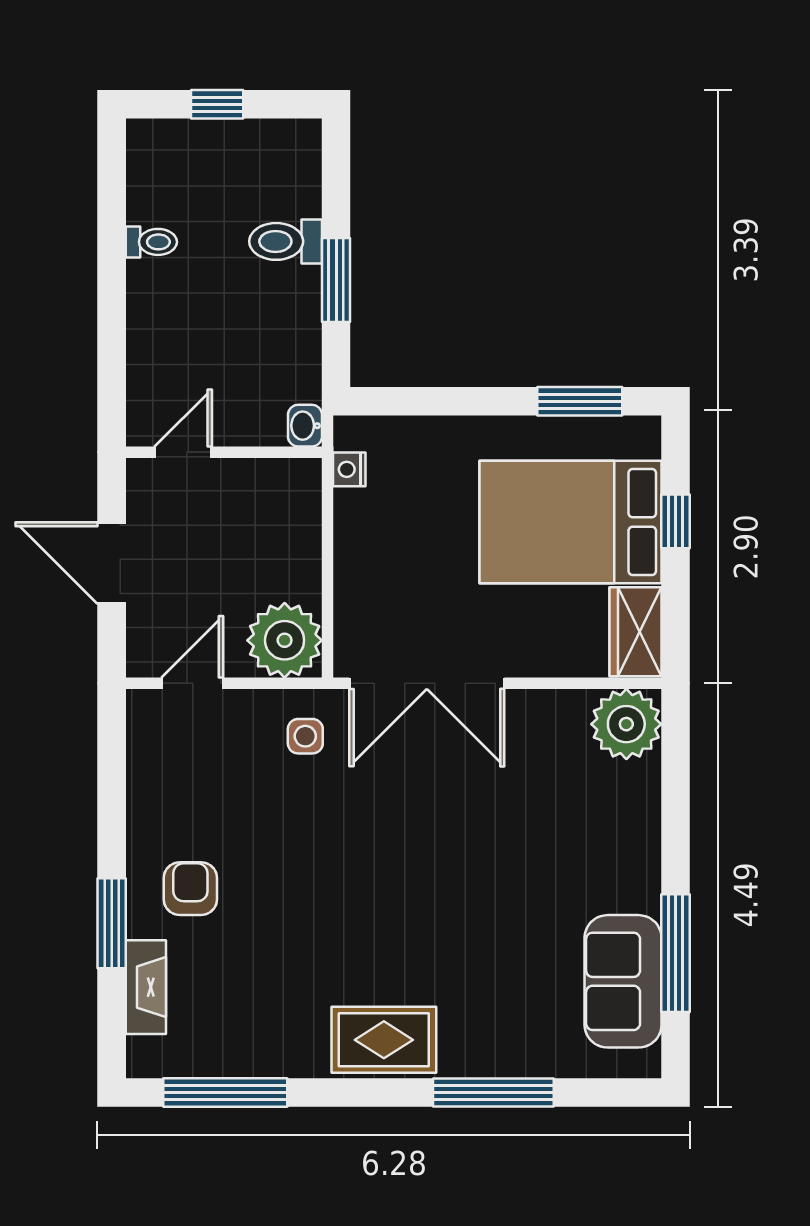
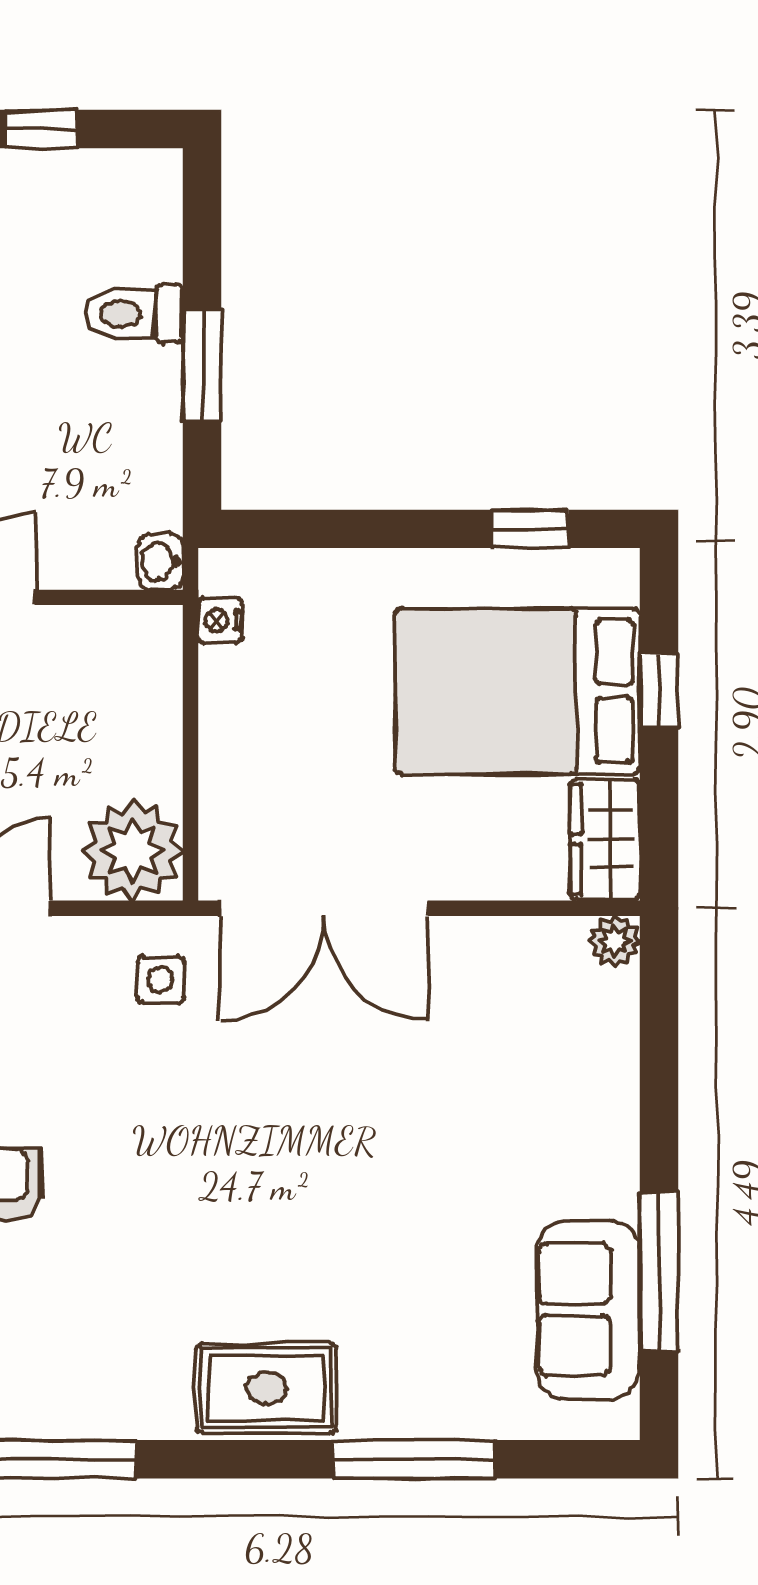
window: (580, 401) -> (530, 529), width x0.67
plant: (626, 724) -> (615, 941), width x0.53, depth x0.53

